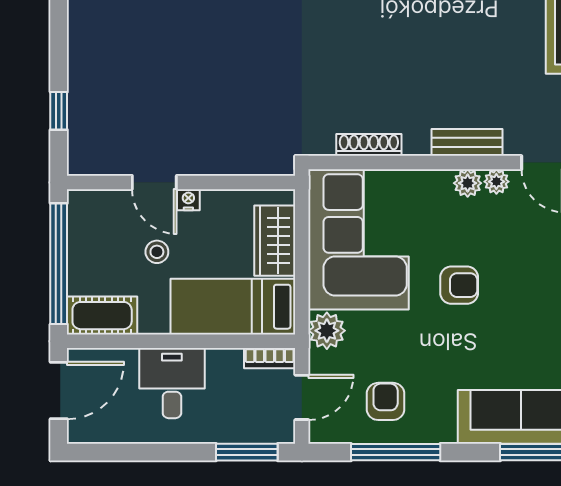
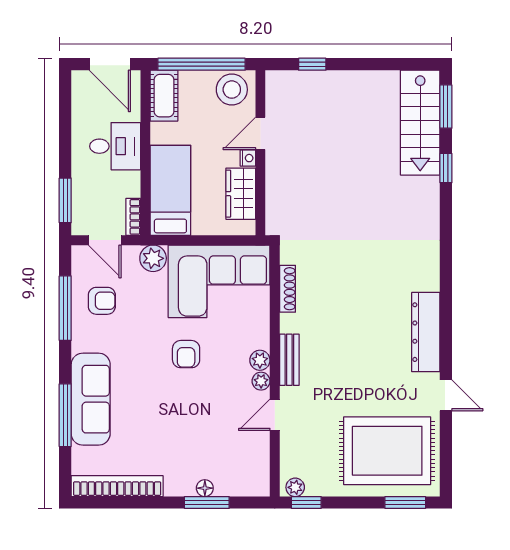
wardrobe: (275, 241) -> (241, 194), moved, turned -90
stool: (157, 252) -> (232, 90), moved, width x1.89, depth x1.89

